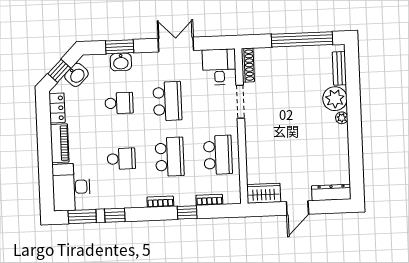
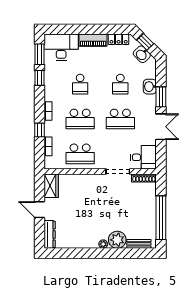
window: (120, 47) -> (161, 97), moved

